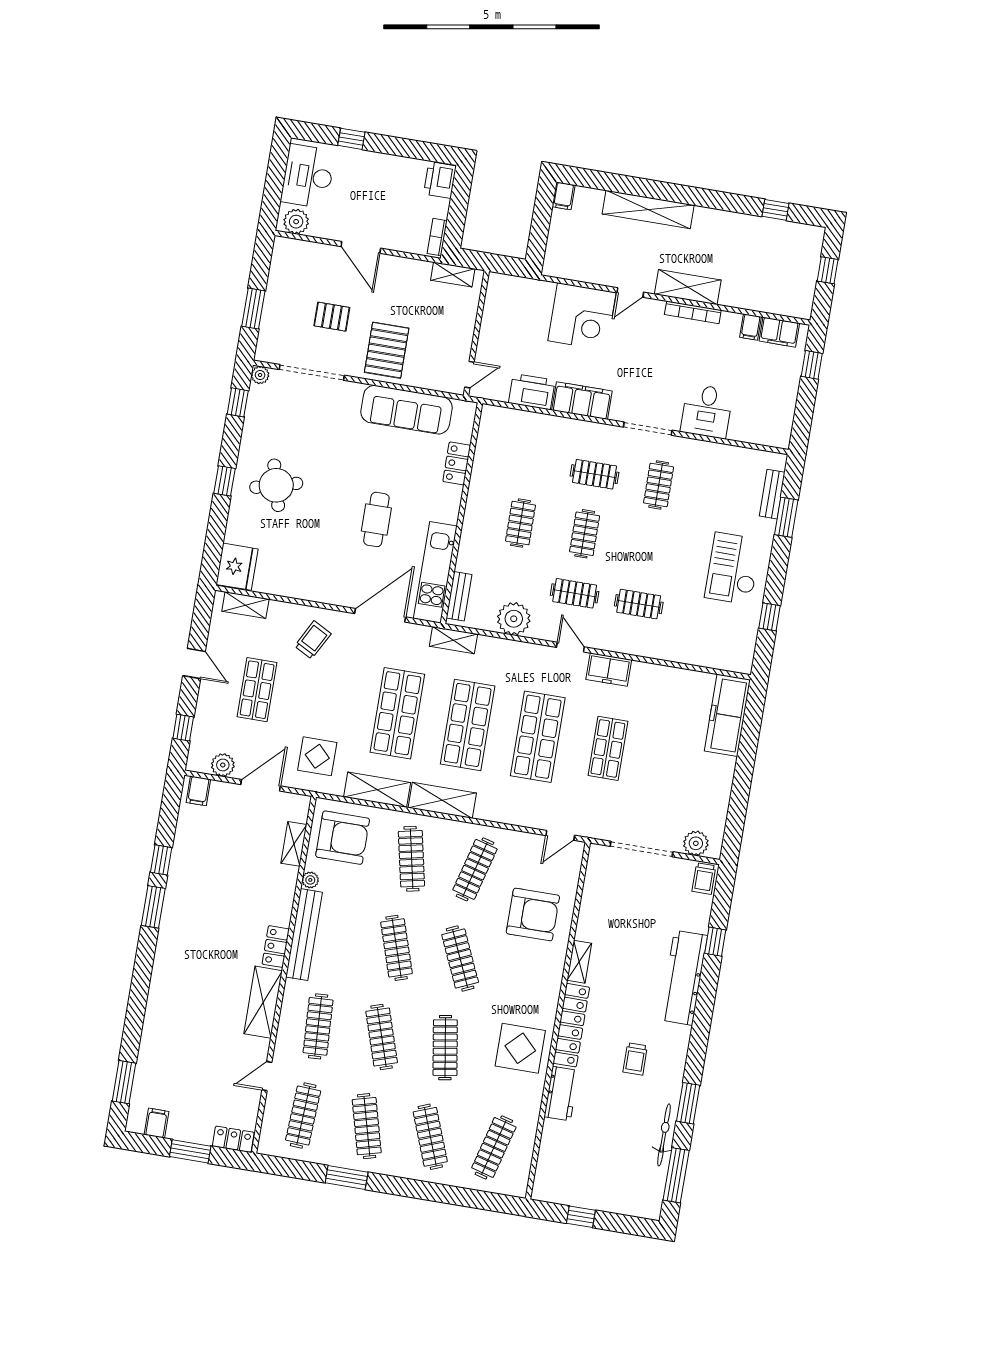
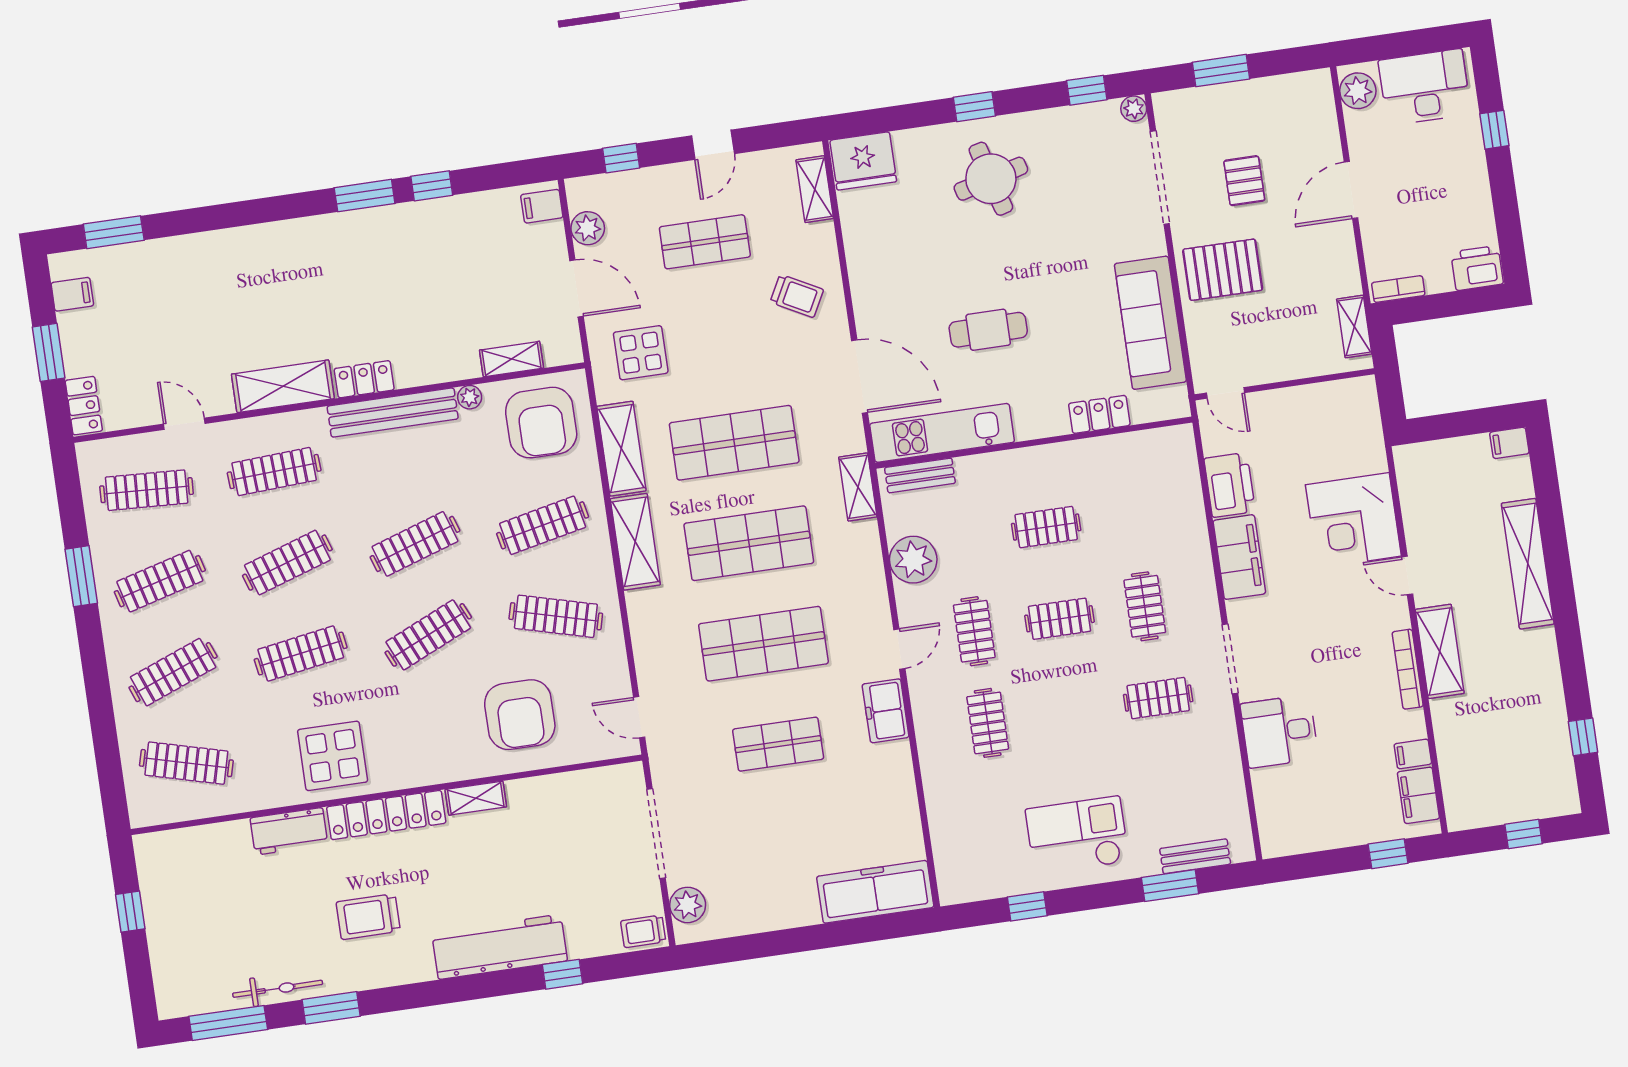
trolley: (635, 1059) -> (368, 917), width x1.36, depth x1.39

